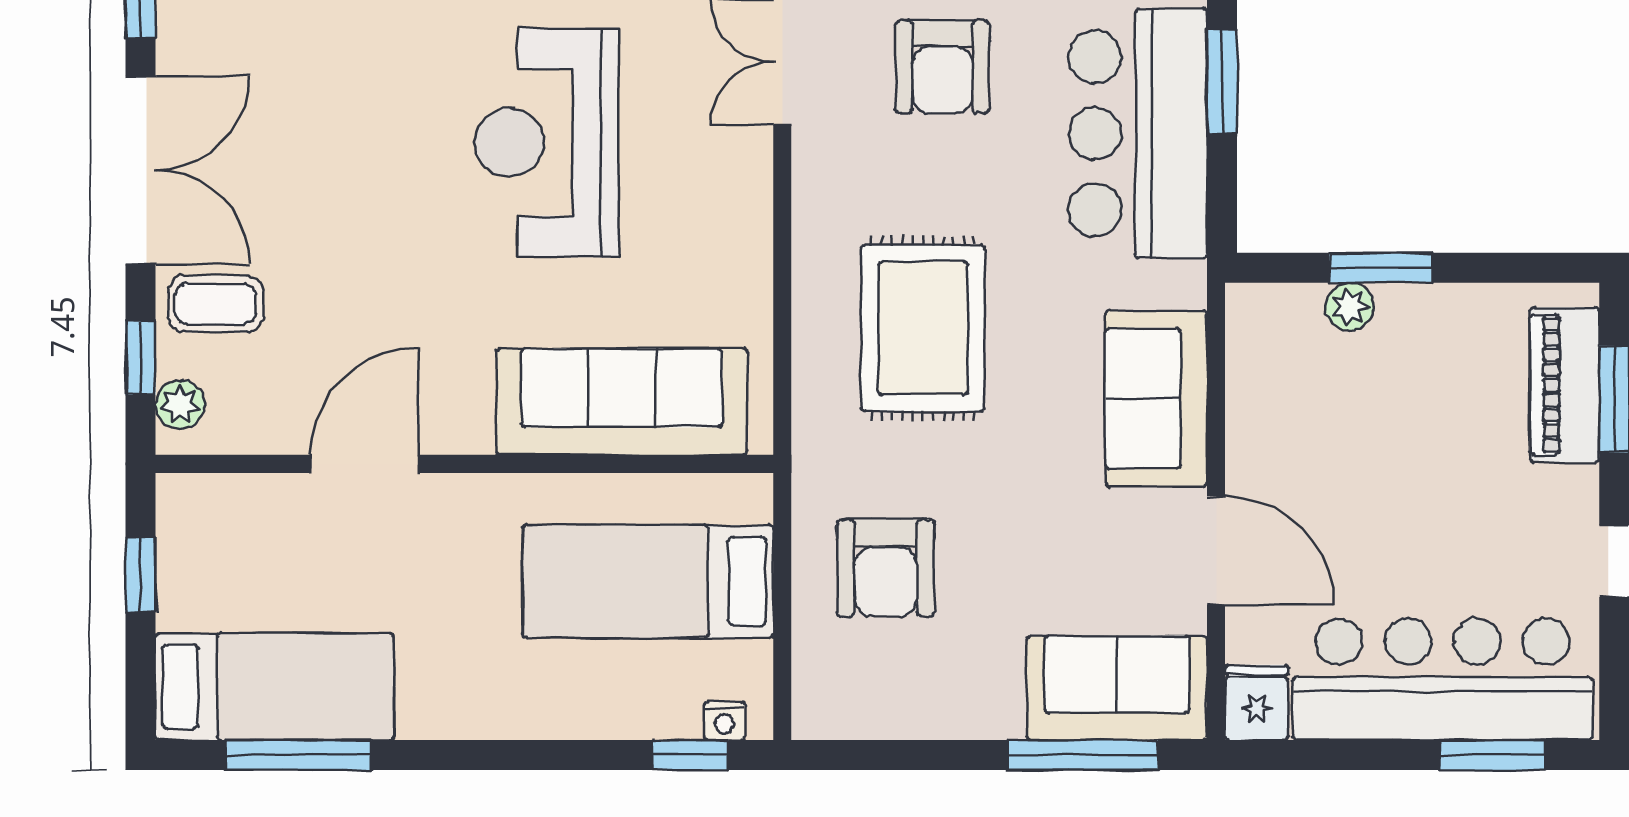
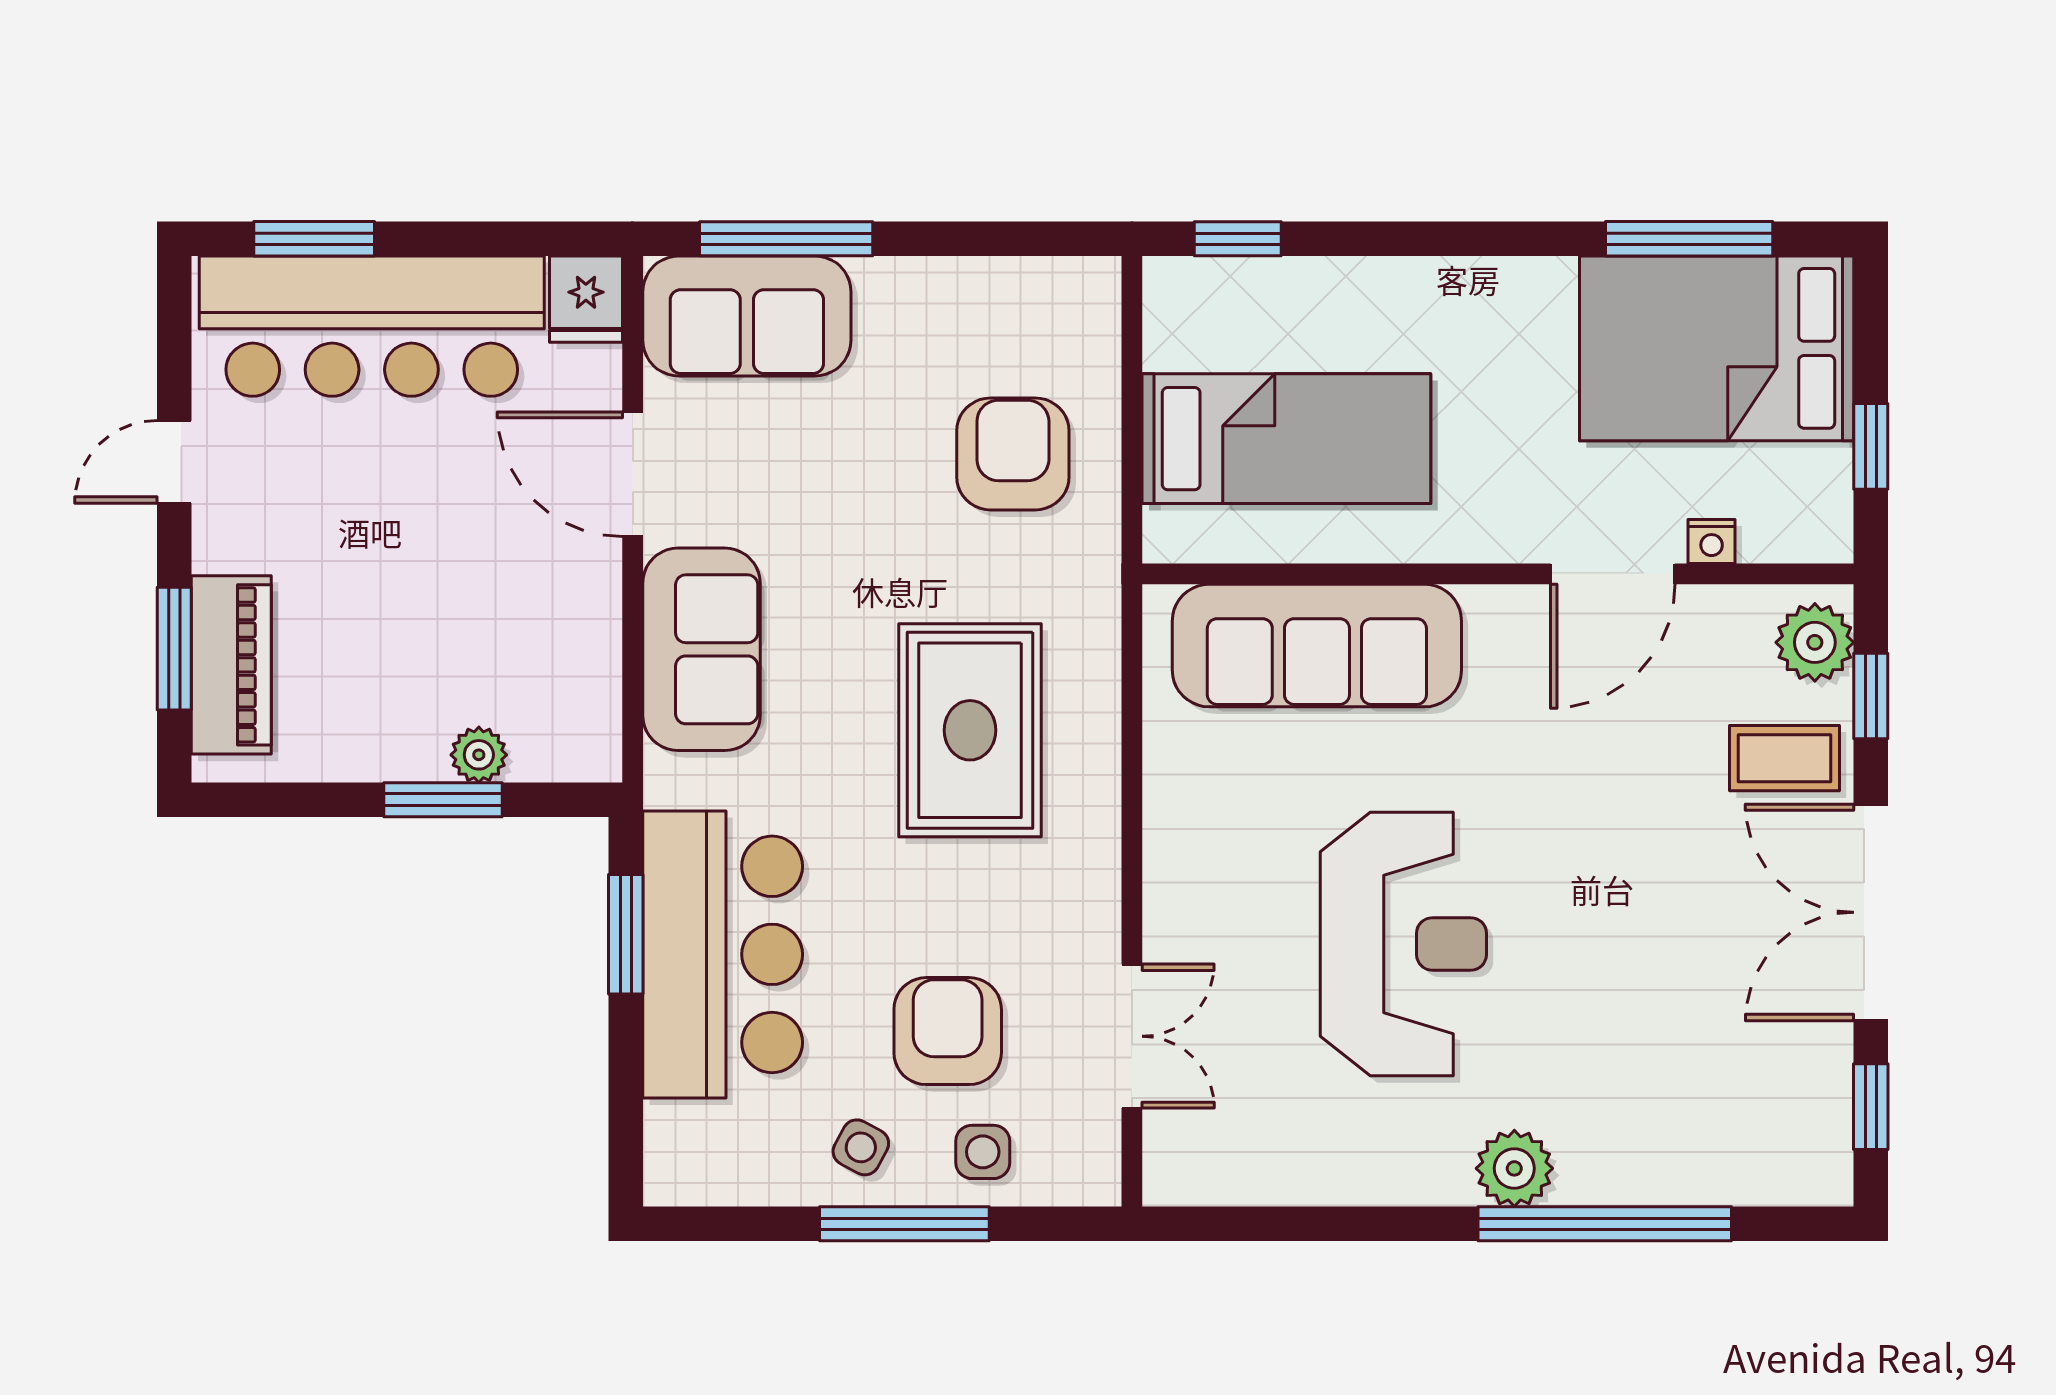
window: (1222, 82) -> (626, 934), moved
plant: (180, 404) -> (1815, 642), width x1.38, depth x1.38
bed: (274, 687) -> (1717, 348), width x1.50
nightstand: (724, 721) -> (1712, 541), moved, turned 180

